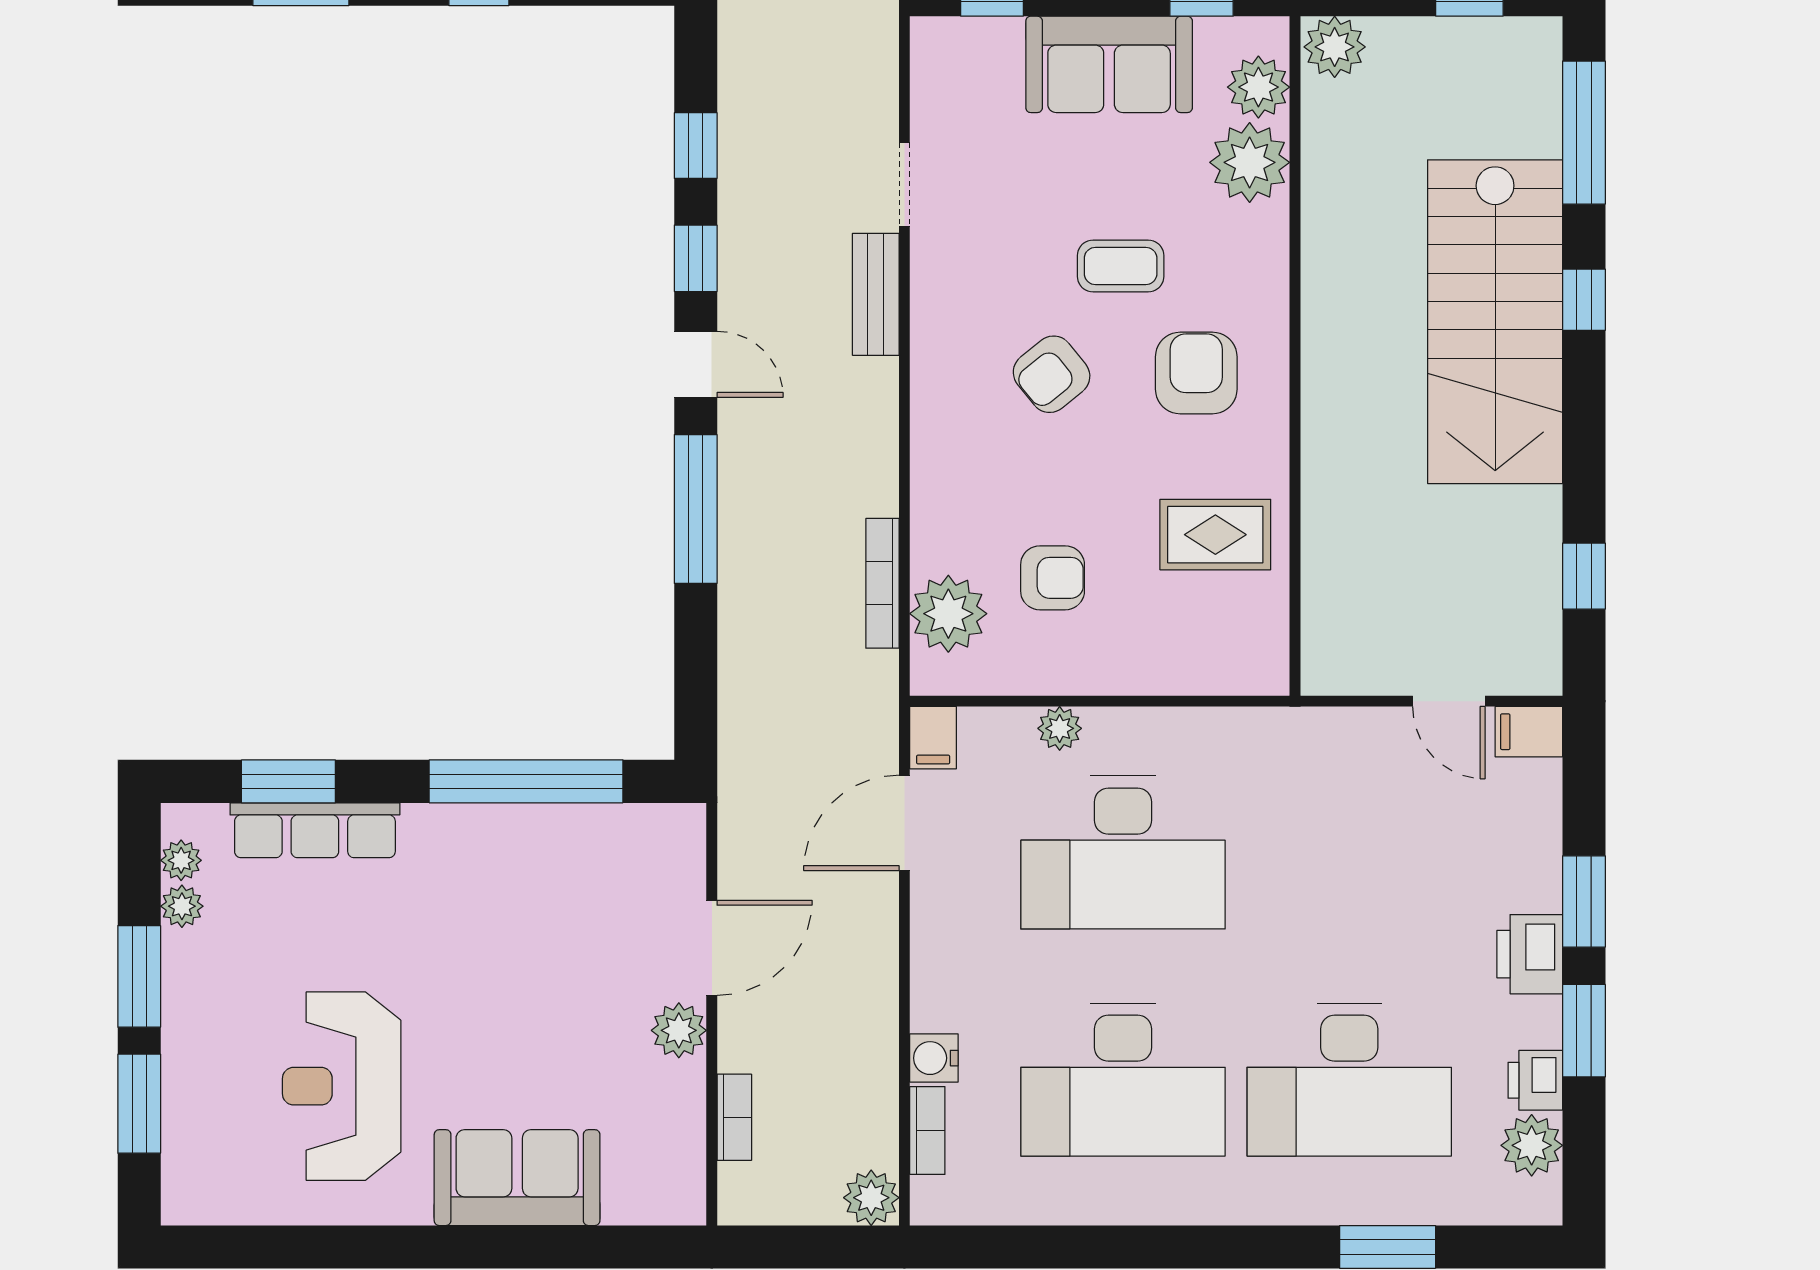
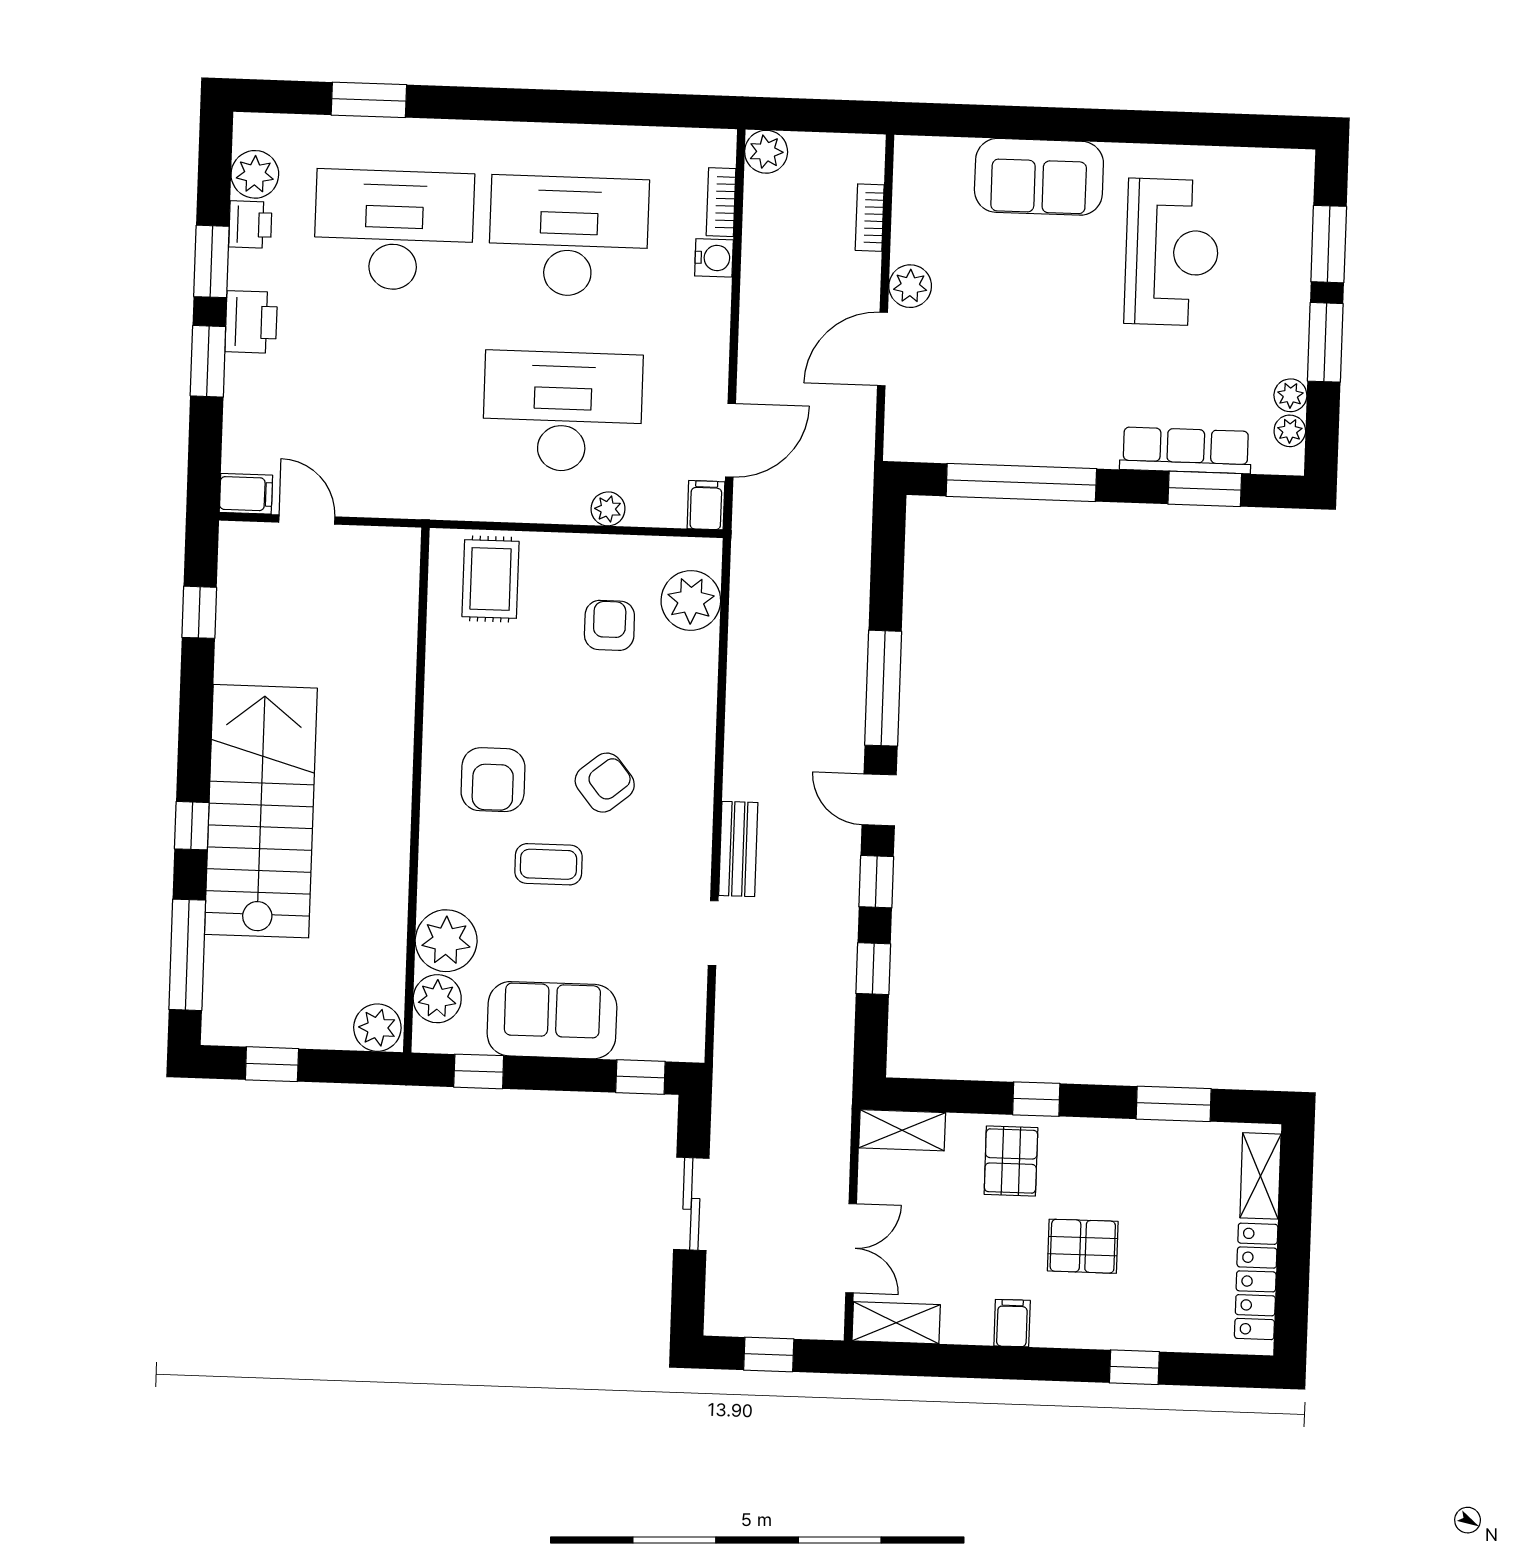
rug: (1215, 535) -> (491, 579), moved, turned 90
armchair: (1053, 578) -> (609, 625), turned 90
bookcase: (882, 583) -> (741, 626), removed

